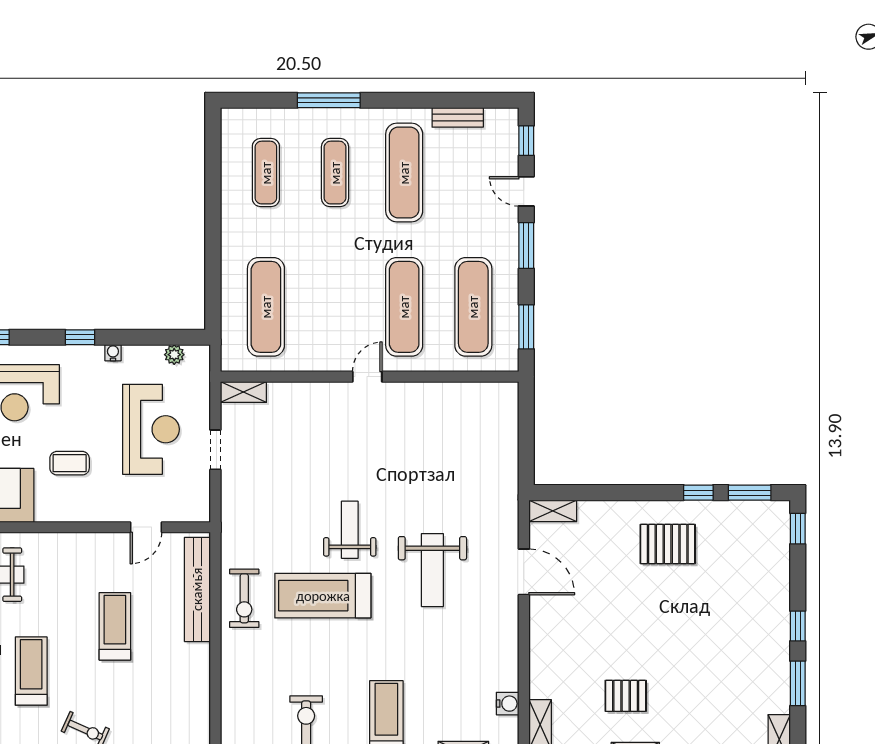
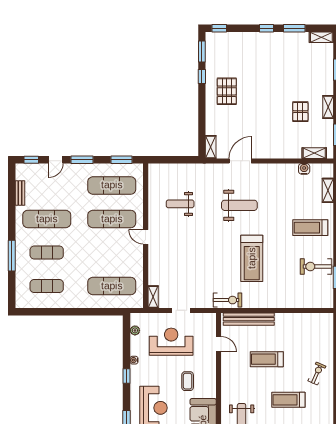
weight bench: (350, 530) -> (180, 204), moved
exercise bike: (244, 598) -> (227, 300), moved

